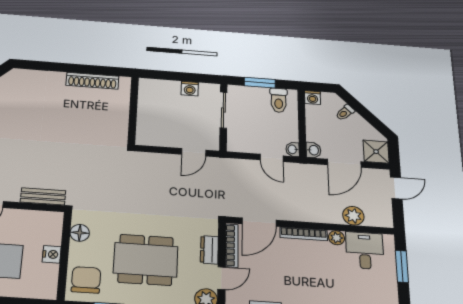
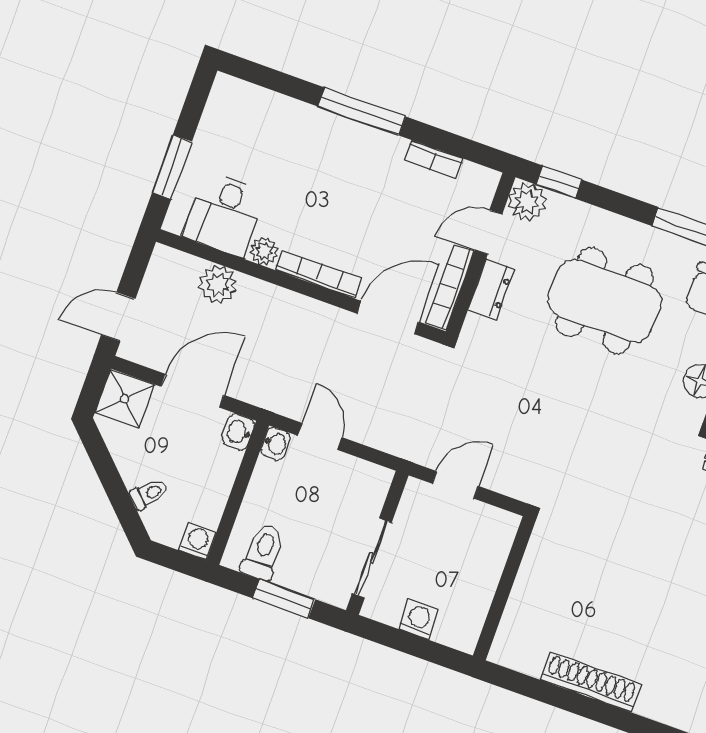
wall: (133, 110) -> (504, 588), moved

